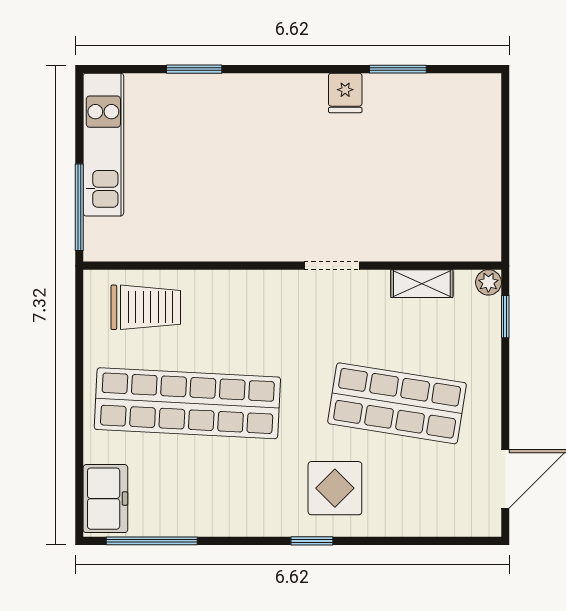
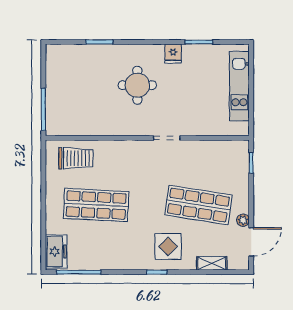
kitchen unit: (103, 145) -> (239, 86), moved, turned 180
round table: (272, 158) -> (137, 85), added
plant: (488, 282) -> (243, 220), moved
shelving: (422, 284) -> (212, 263), moved
shop shelf: (187, 403) -> (96, 205), width x0.71

